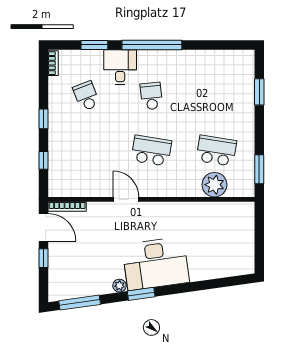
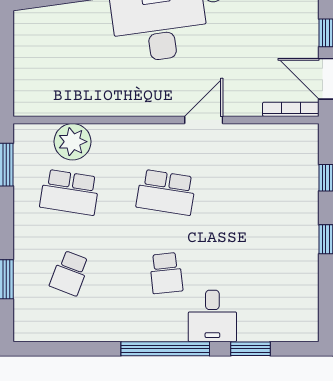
bookcase: (53, 63) -> (312, 322), removed
school desk: (86, 96) -> (70, 273), moved, turned 42
door: (126, 199) -> (204, 120), swing flipped

